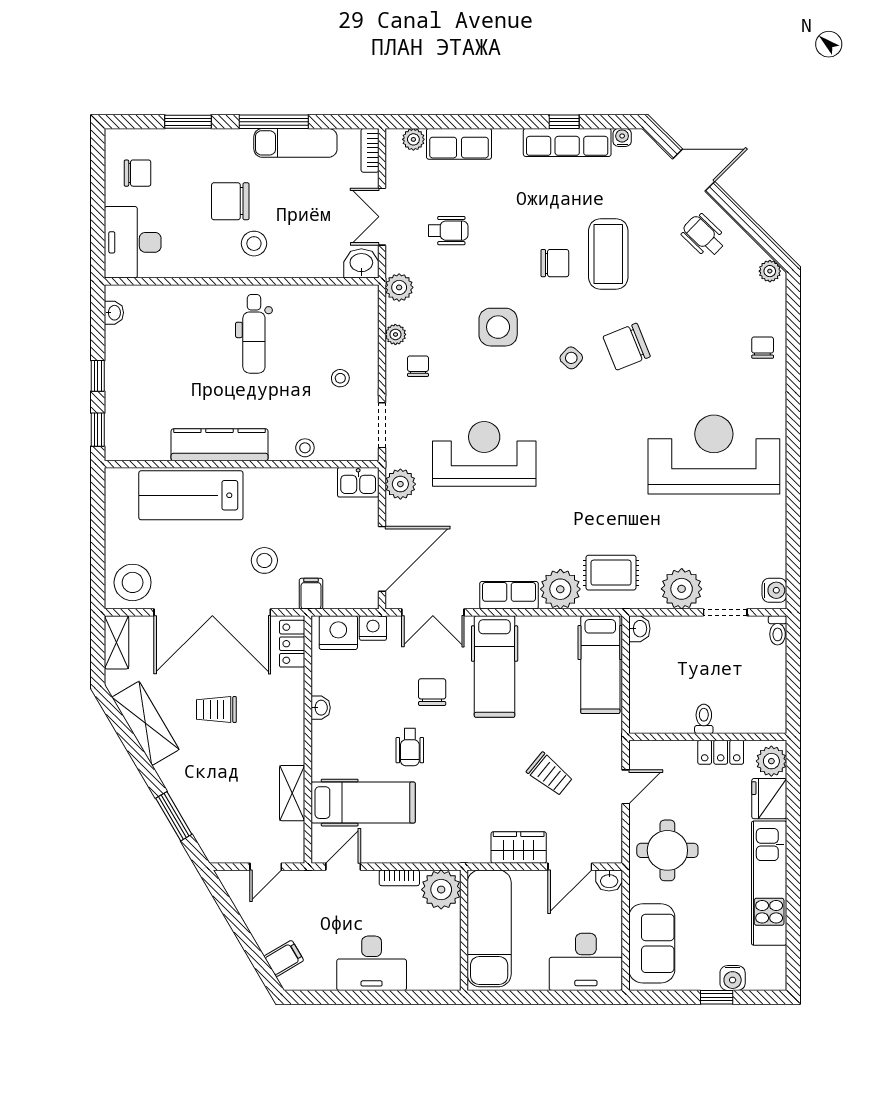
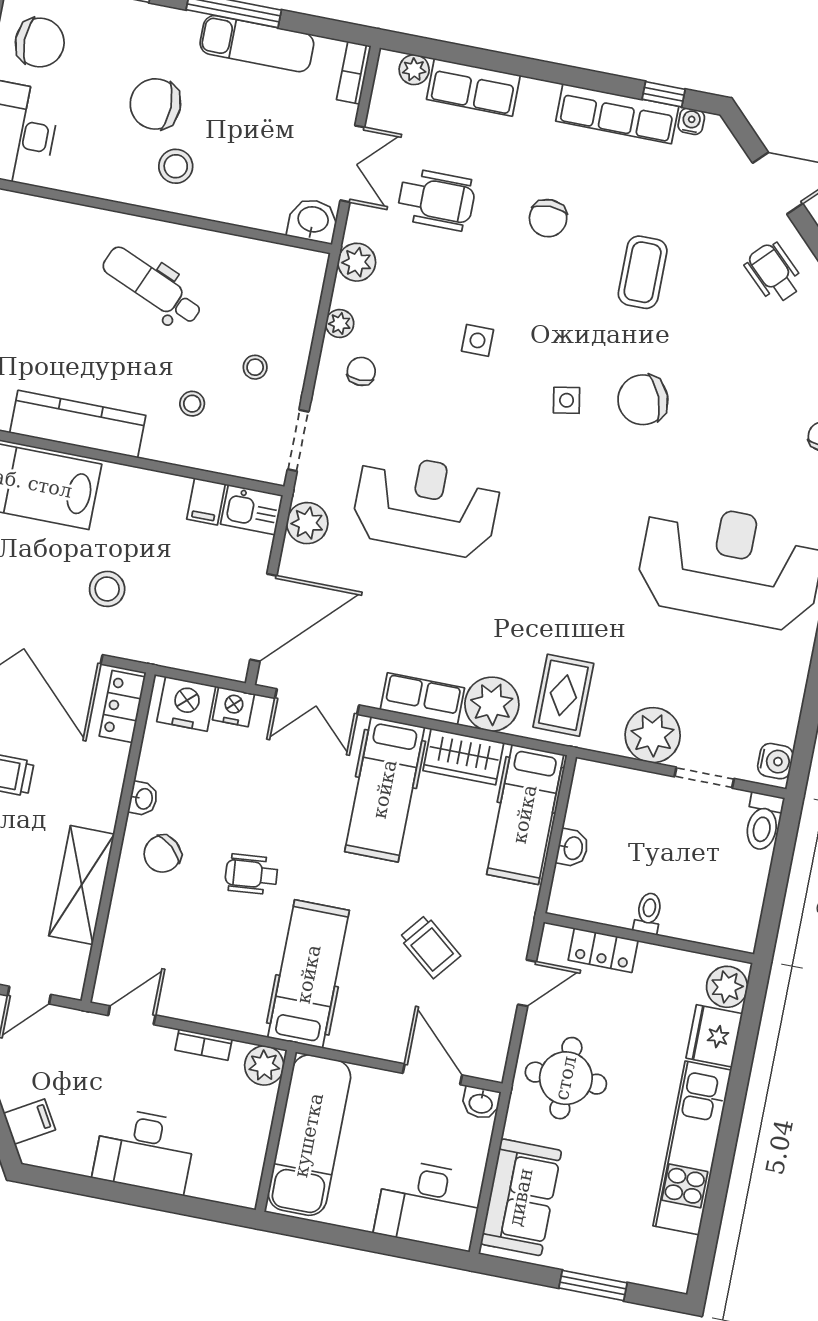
window: (564, 122) -> (664, 94), moved
chair: (138, 173) -> (40, 43), width x1.37, depth x1.37
double door: (382, 217) -> (352, 164), swing flipped
wheelchair: (448, 231) -> (437, 200), width x1.36, depth x1.37
coffee table: (608, 254) -> (643, 272), width x0.73, depth x0.76
chair: (555, 263) -> (548, 218), moved, turned 90
side table: (498, 327) -> (477, 340), width x0.54, depth x0.54
dental chair: (254, 334) -> (152, 286), turned 113
side table: (571, 358) -> (567, 400), turned 38
stool: (305, 448) -> (192, 404), moved
rug: (611, 573) -> (563, 695), turned 90
filing cabinet: (311, 594) -> (206, 501), moved, turned 180
washbasin: (639, 629) -> (572, 848), moved
toilet: (778, 630) -> (763, 822), width x1.37, depth x1.39
chair: (432, 692) -> (162, 854), moved, turned -139
wheelchair: (410, 747) -> (251, 874), turned 85
locker: (721, 752) -> (603, 950), moved
shelving: (292, 793) -> (82, 885), width x1.50, depth x1.33
hospital bed: (363, 803) -> (309, 974), moved, turned -90
wardrobe: (519, 847) -> (463, 757), moved, turned 180
door: (570, 867) -> (432, 1074), swing flipped
plant: (441, 890) -> (264, 1066), width x0.73, depth x0.73
water cooler: (733, 978) -> (619, 1264), removed
window: (717, 997) -> (593, 1285), width x1.50

